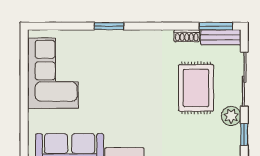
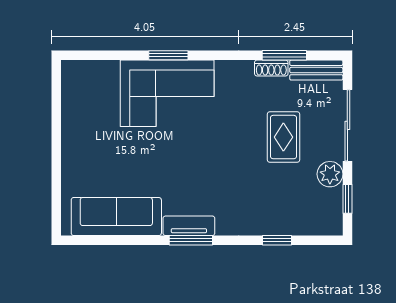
window: (216, 26) -> (284, 55), moved
corner sofa: (53, 73) -> (167, 93), moved, turned 90
rug: (196, 88) -> (283, 137), width x0.73, depth x0.70

